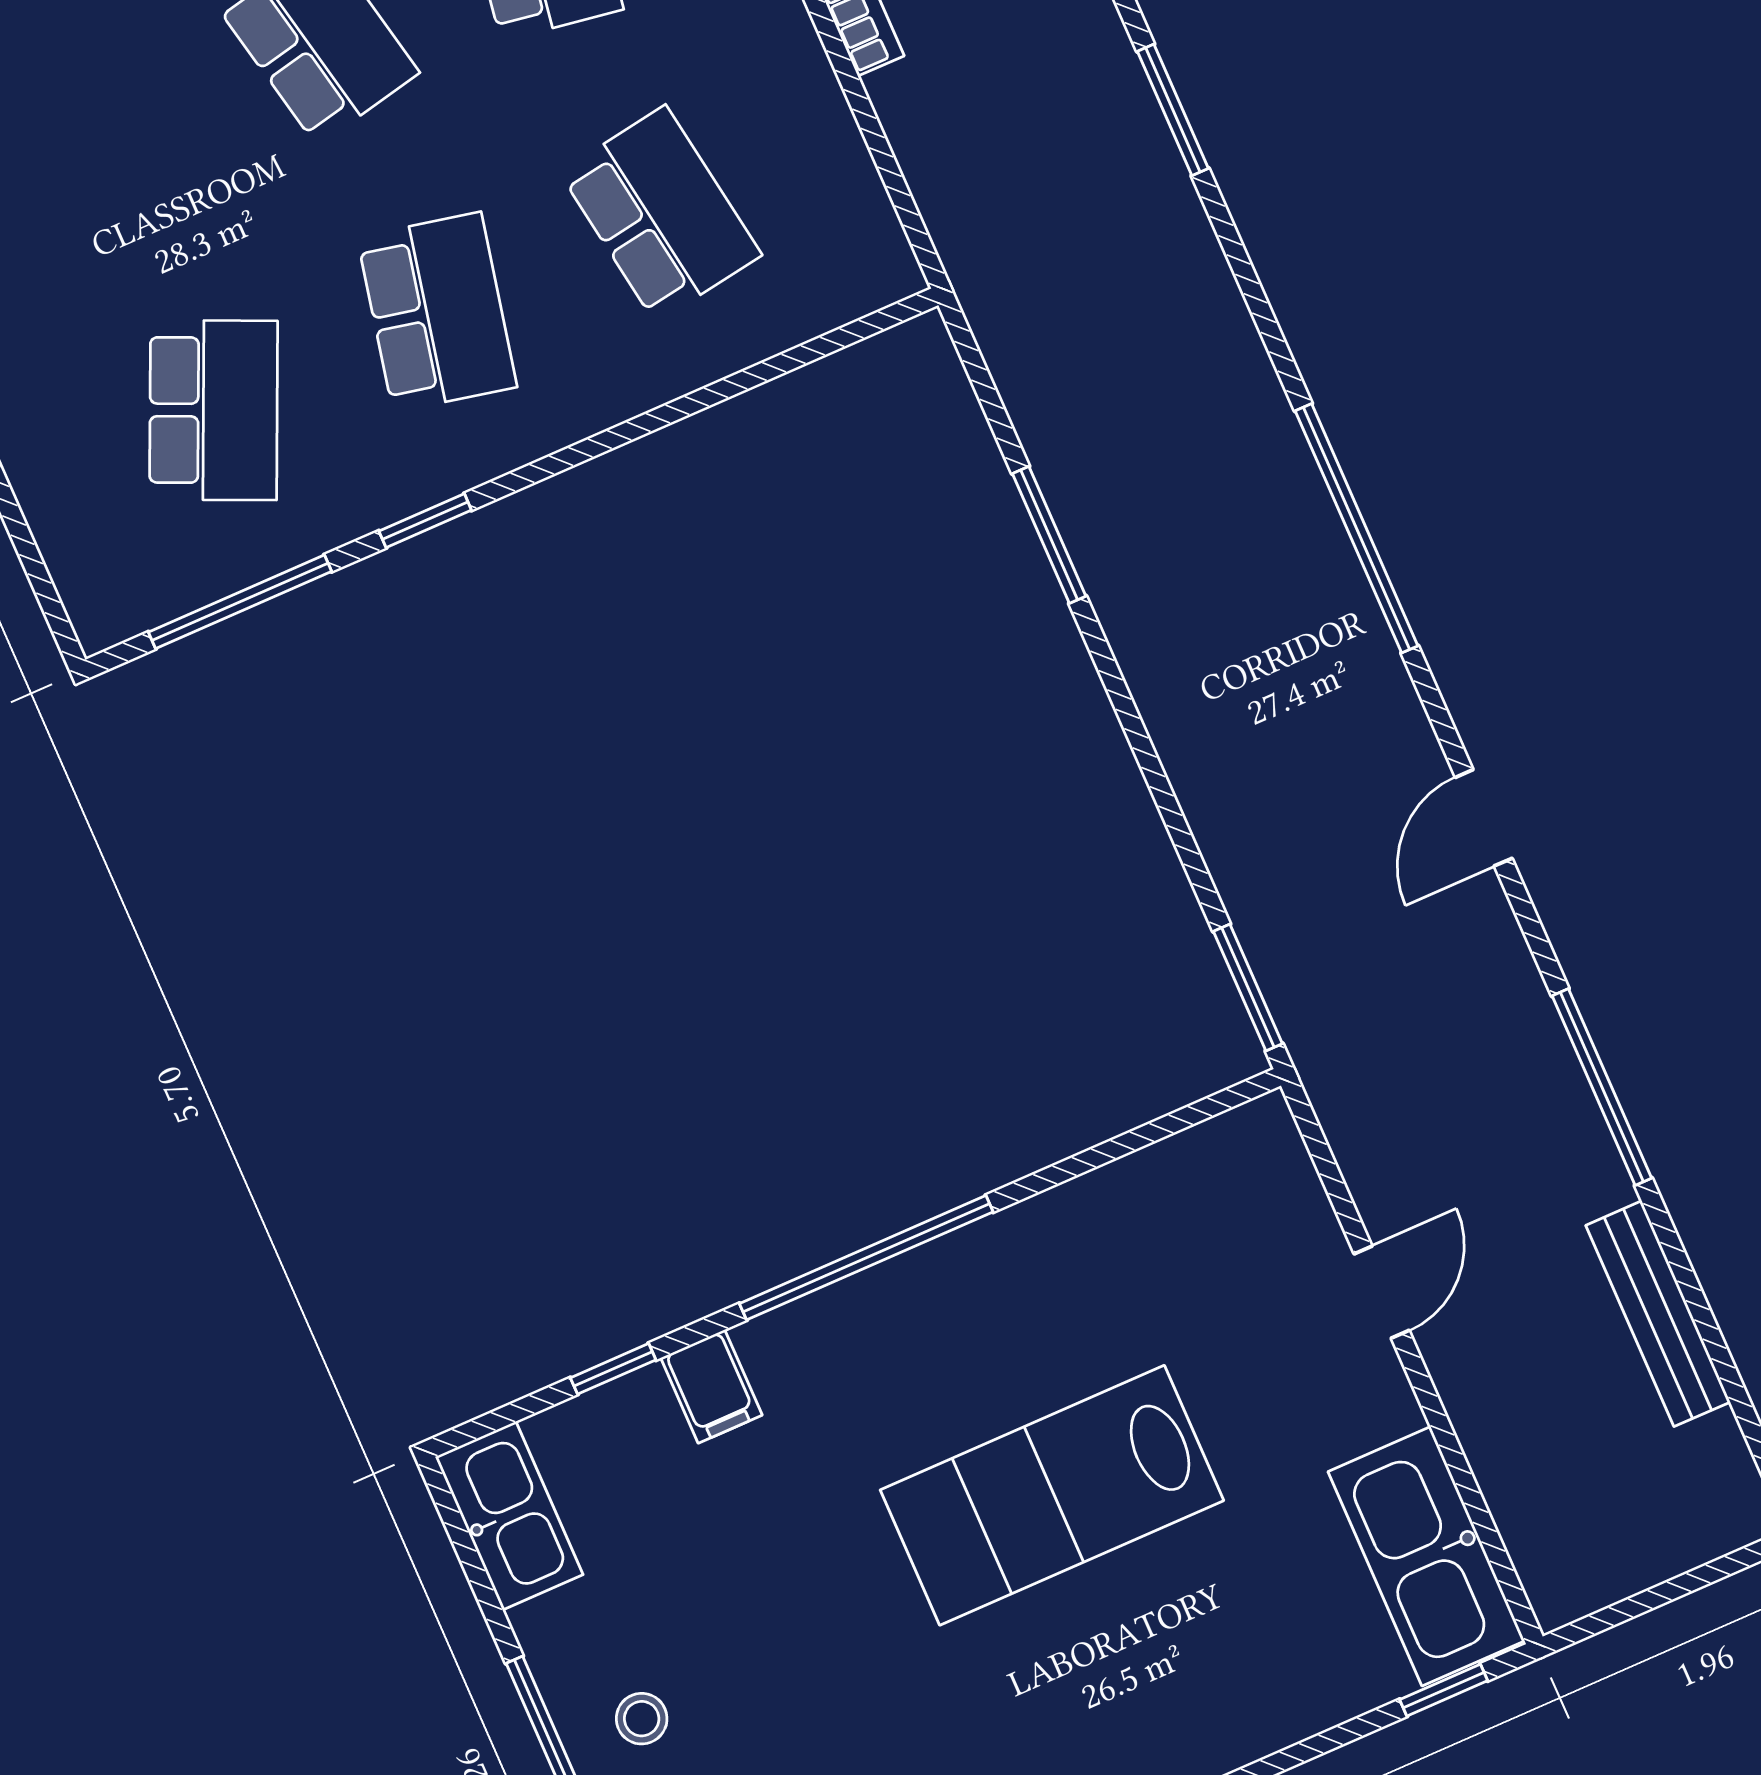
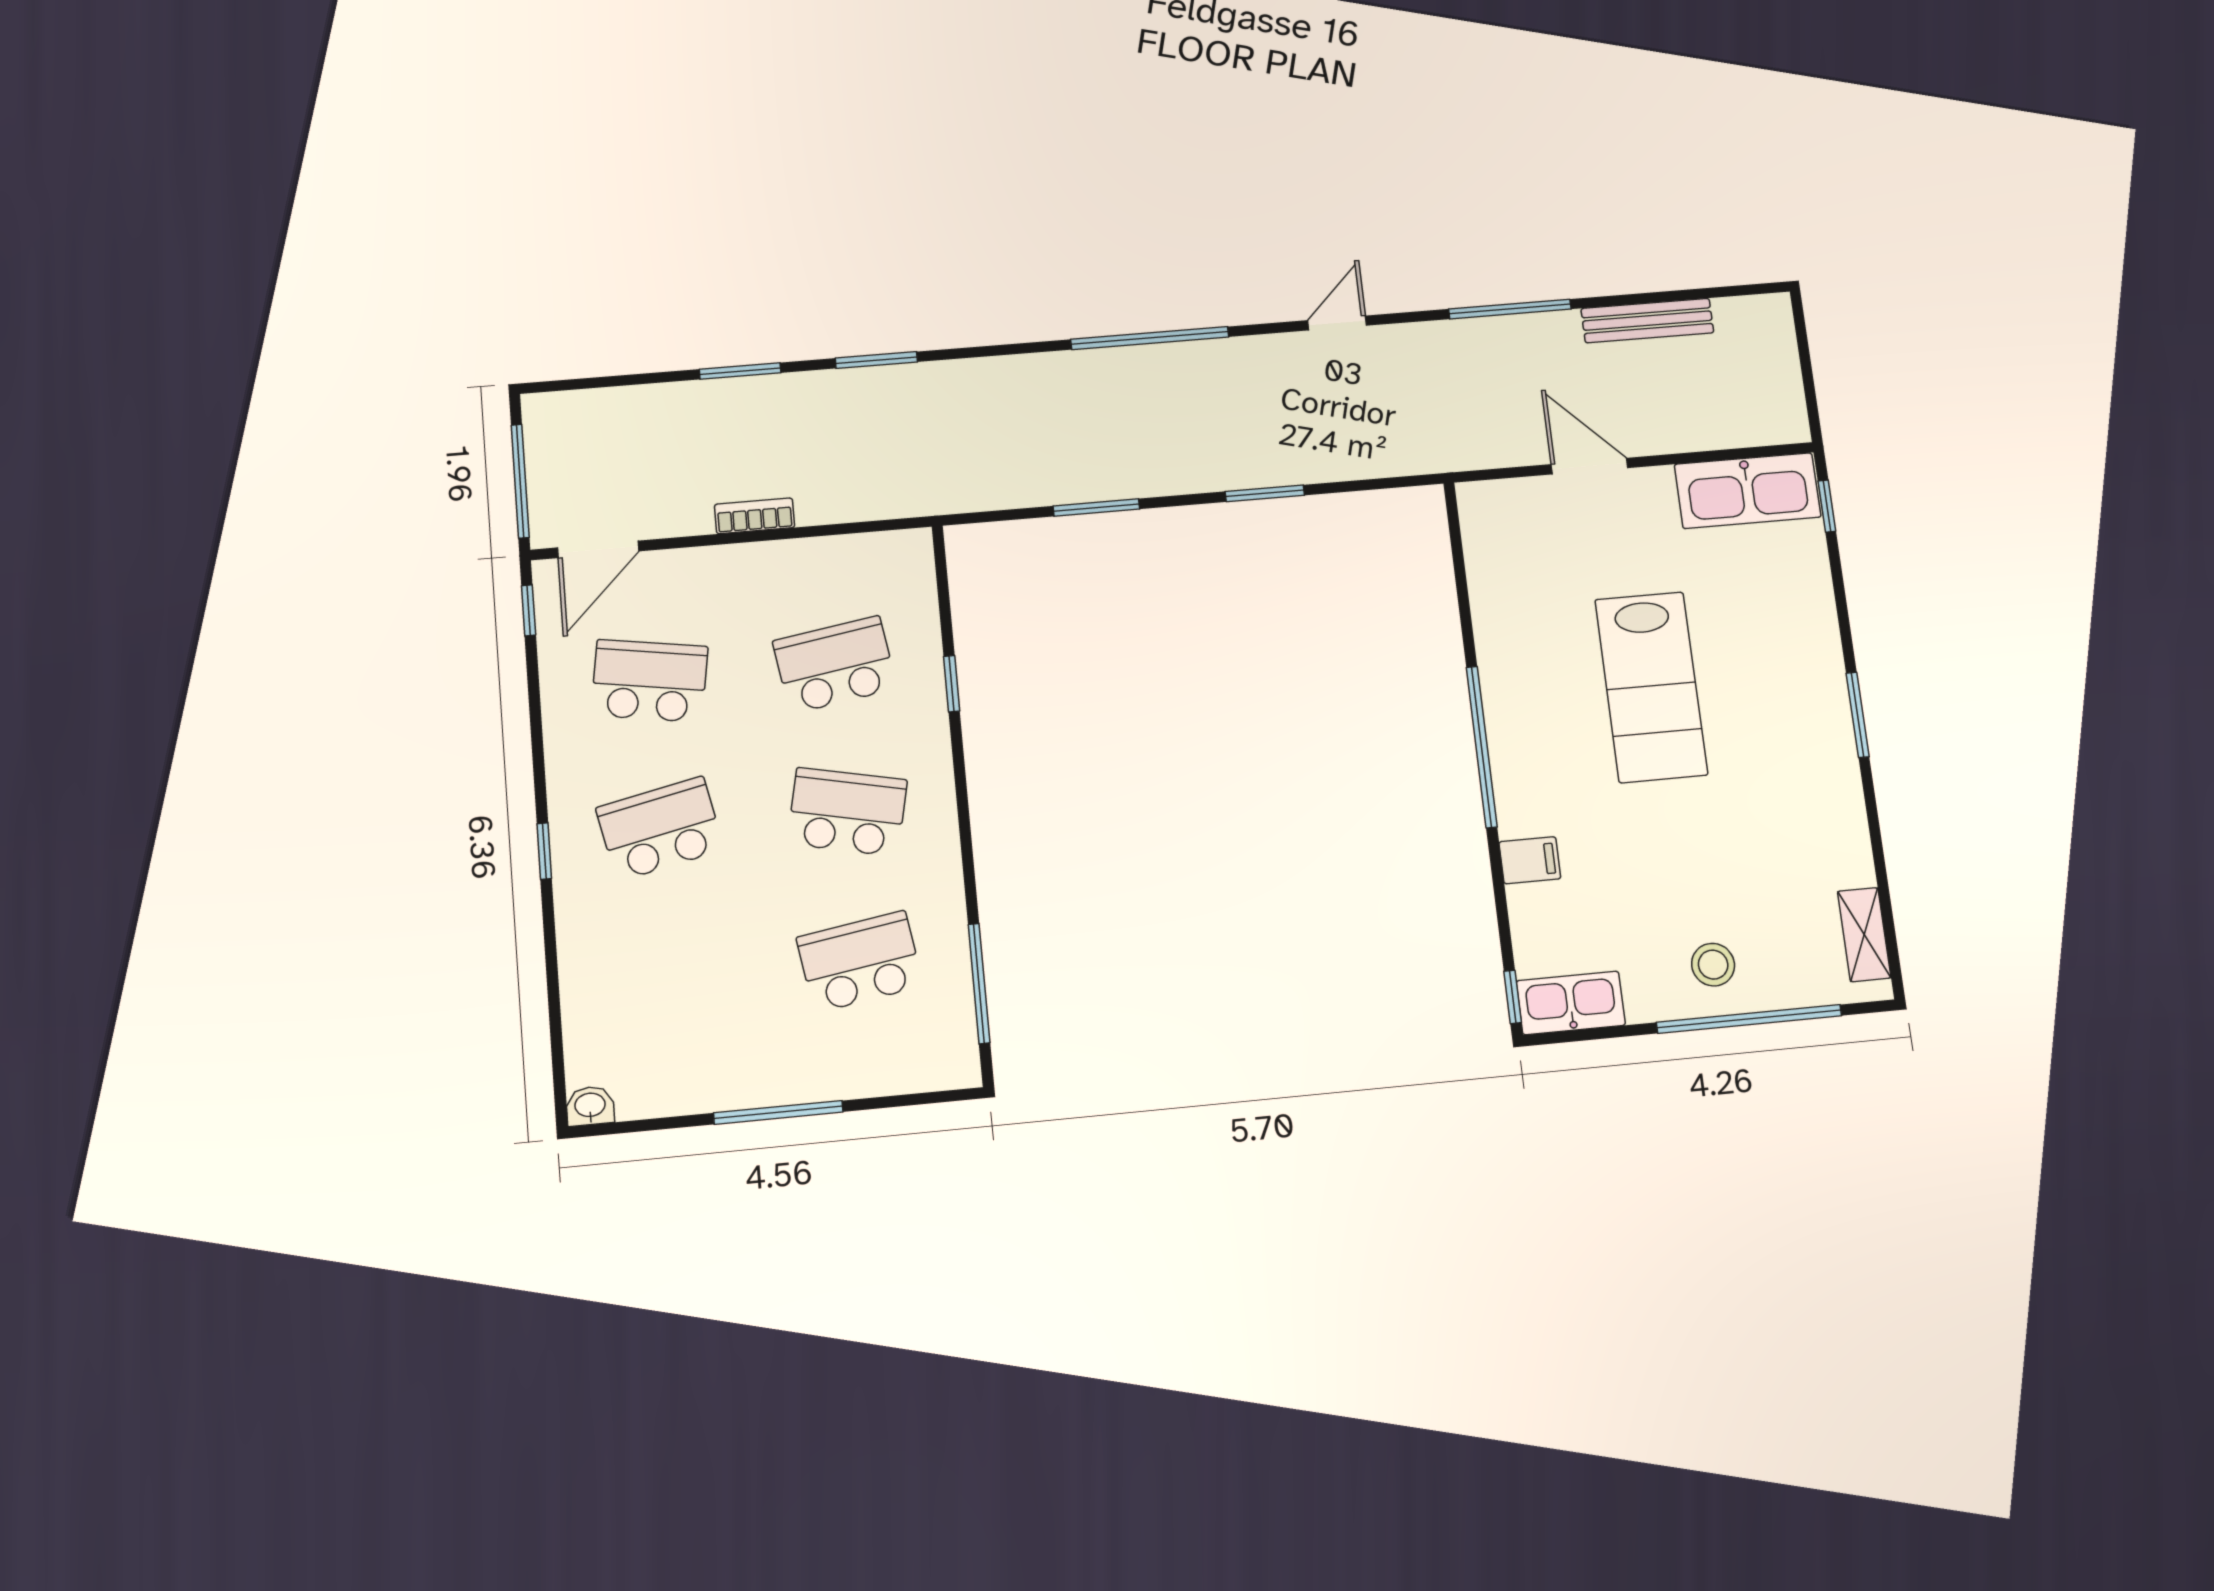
school desk: (213, 410) -> (860, 962), turned -33
window: (425, 521) -> (952, 684), moved
door: (1484, 818) -> (1337, 323), swing flipped
window: (1248, 987) -> (1265, 493), moved
door: (1382, 1292) -> (1589, 466), width x1.38
window: (613, 1369) -> (1513, 997), moved
stool: (642, 1719) -> (1713, 965), width x1.37, depth x1.37

